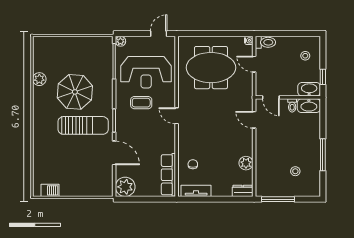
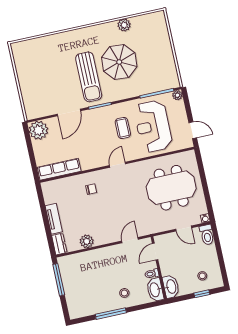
door: (254, 64) -> (184, 228), swing flipped
meeting table: (211, 68) -> (171, 188), turned 90
window: (323, 77) -> (202, 294), moved
chair: (193, 164) -> (91, 189), moved
stool: (295, 171) -> (124, 293), moved
barbecue: (50, 190) -> (19, 59), removed
tv unit: (196, 191) -> (54, 219), moved

